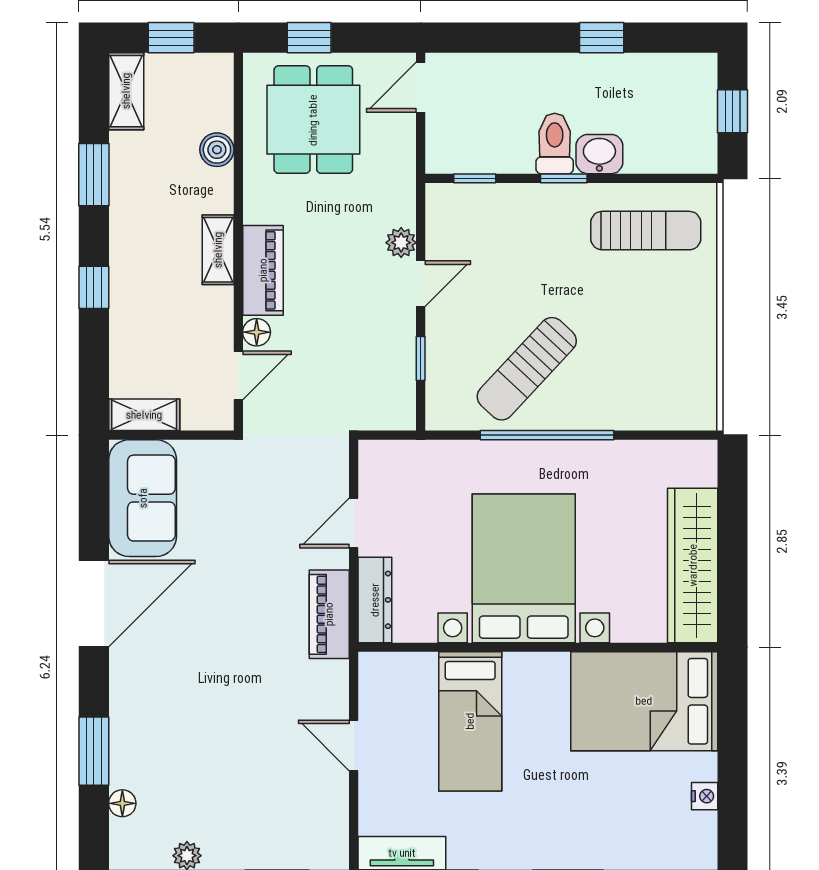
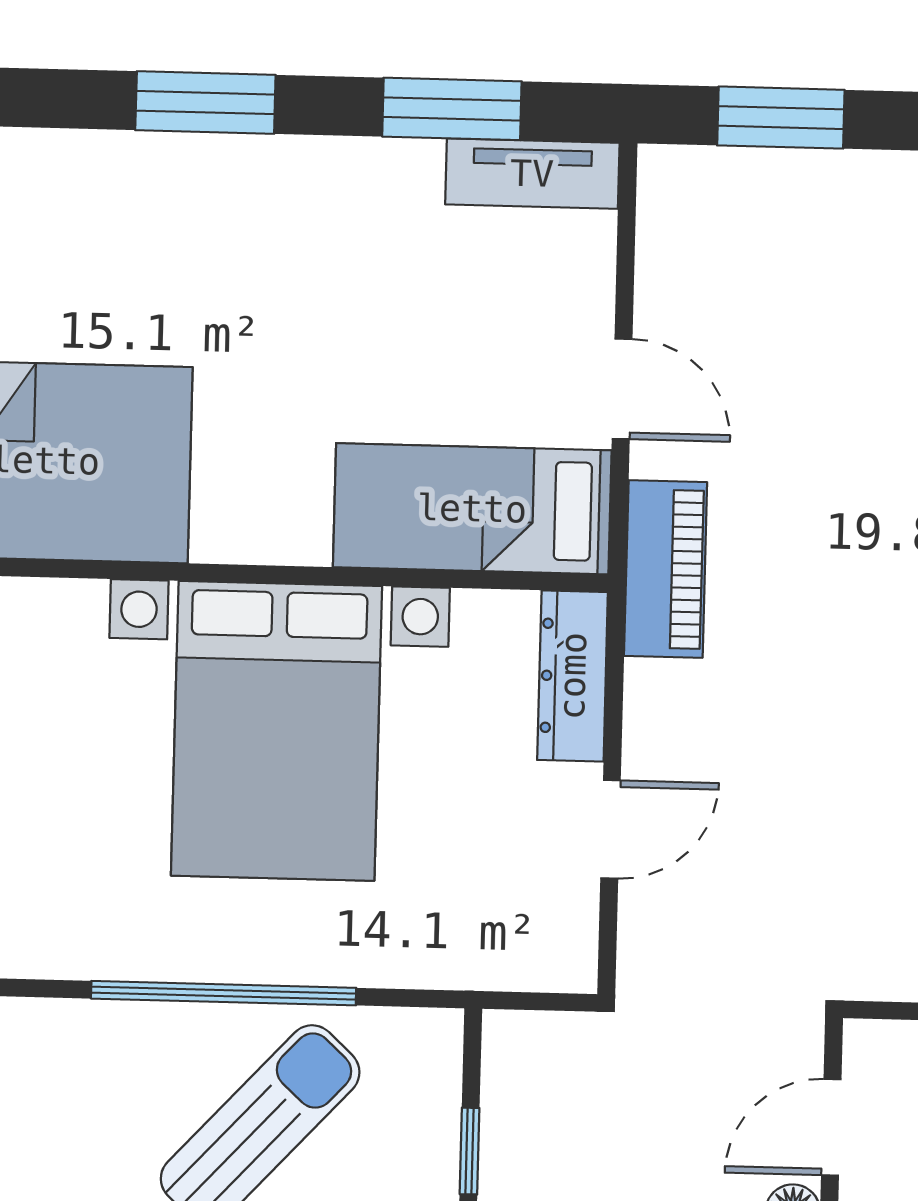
piano: (329, 614) -> (666, 569), moved
bed: (470, 721) -> (472, 509), moved, turned -90

